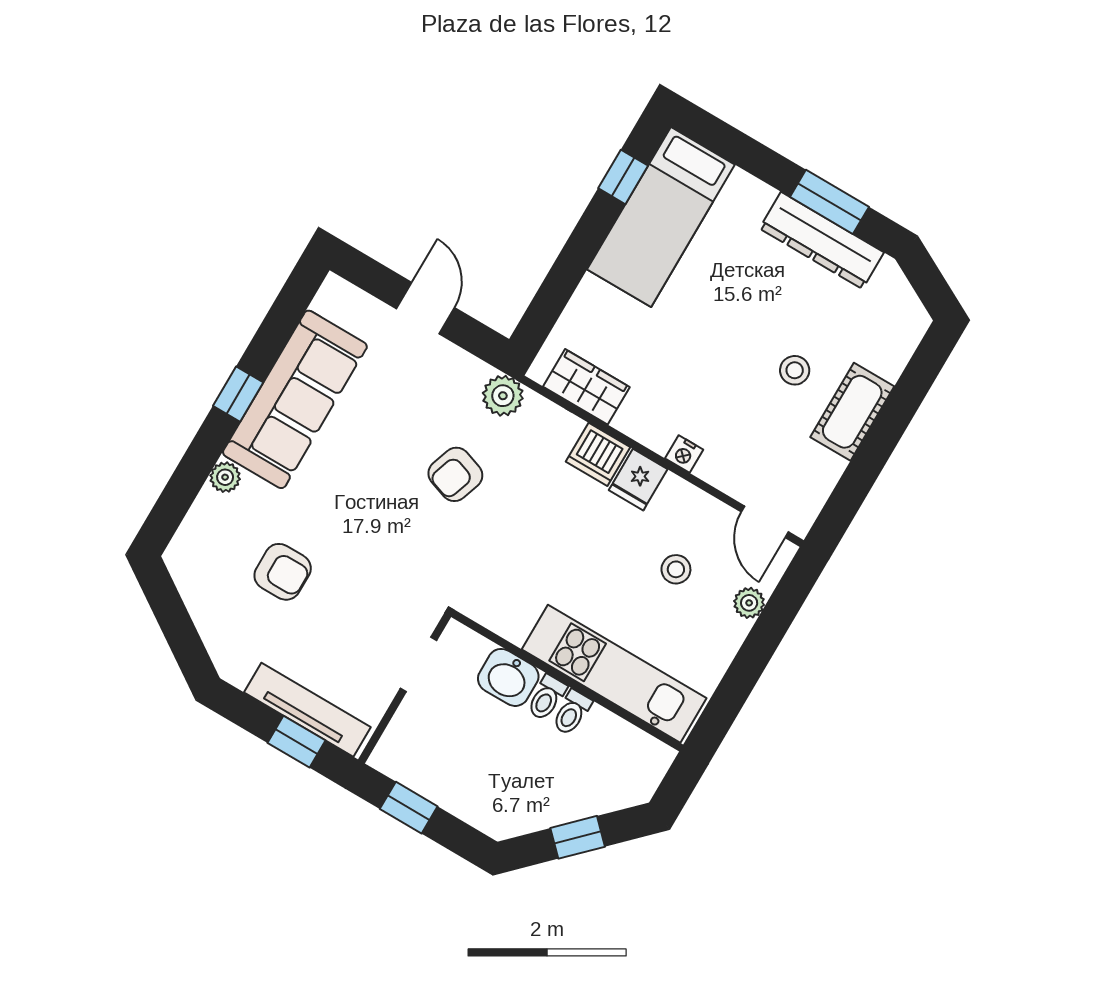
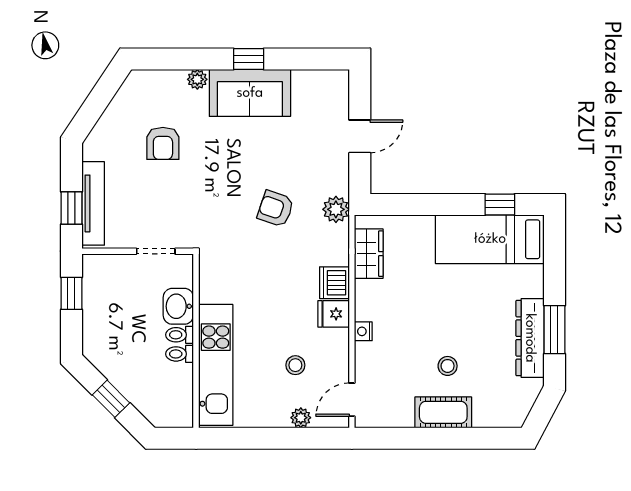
sofa: (295, 399) -> (250, 93), width x0.73

